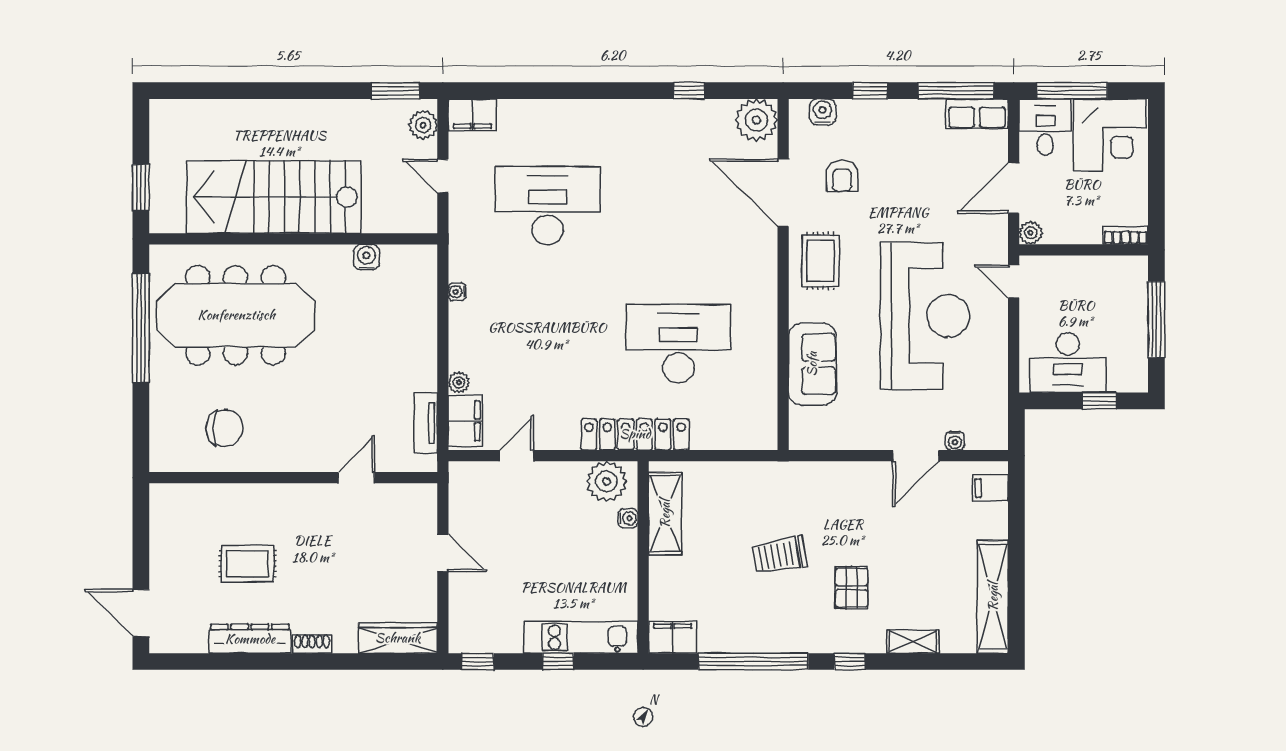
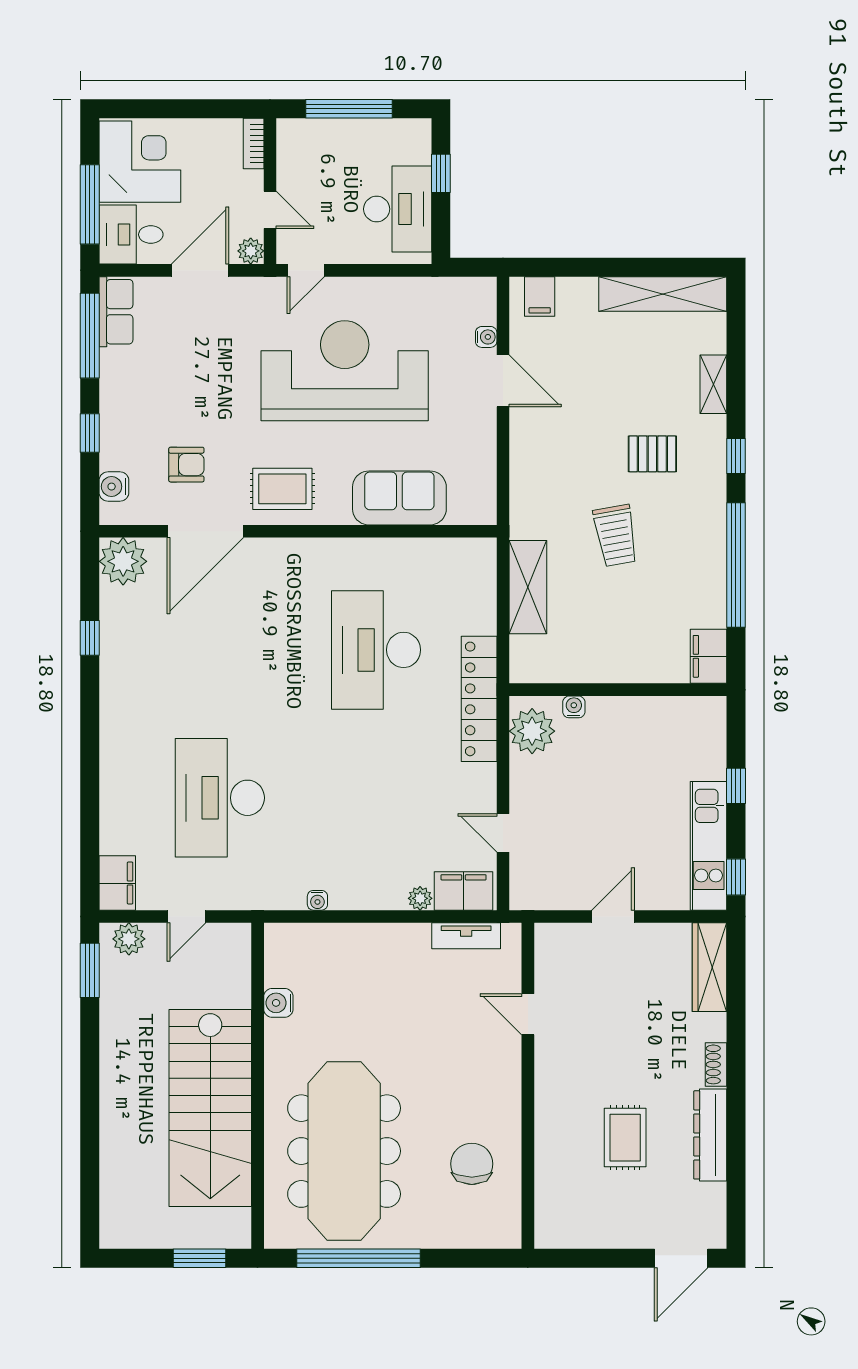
door: (1014, 188) -> (200, 270), swing flipped
door: (1067, 250) -> (270, 210), added
shelving: (665, 514) -> (528, 587), moved, turned 90
kitchen unit: (581, 637) -> (709, 846), moved

